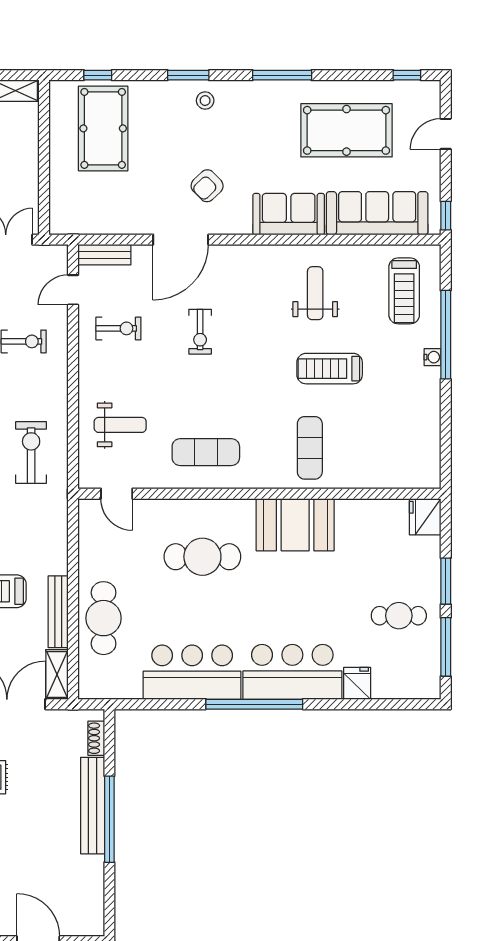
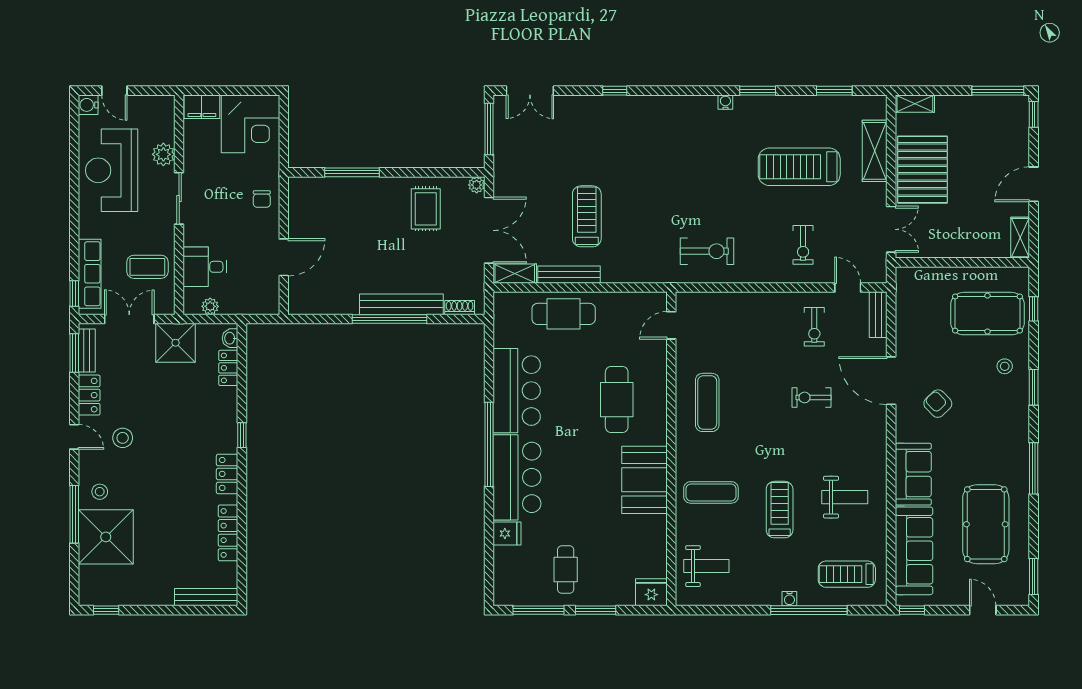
window: (407, 75) -> (1034, 577), width x1.50
stool: (205, 101) -> (1005, 366), moved
weight bench: (120, 425) -> (706, 566), moved, turned -90

